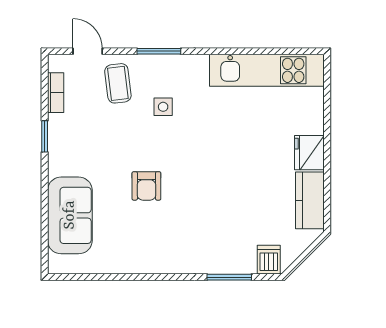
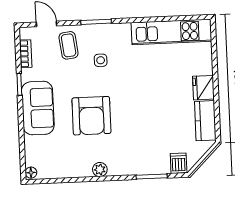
armchair: (146, 186) -> (91, 116), width x1.88, depth x1.88
sofa: (70, 215) -> (38, 108), moved
floor lamp: (56, 264) -> (31, 173), added
plant: (155, 264) -> (100, 170), added

